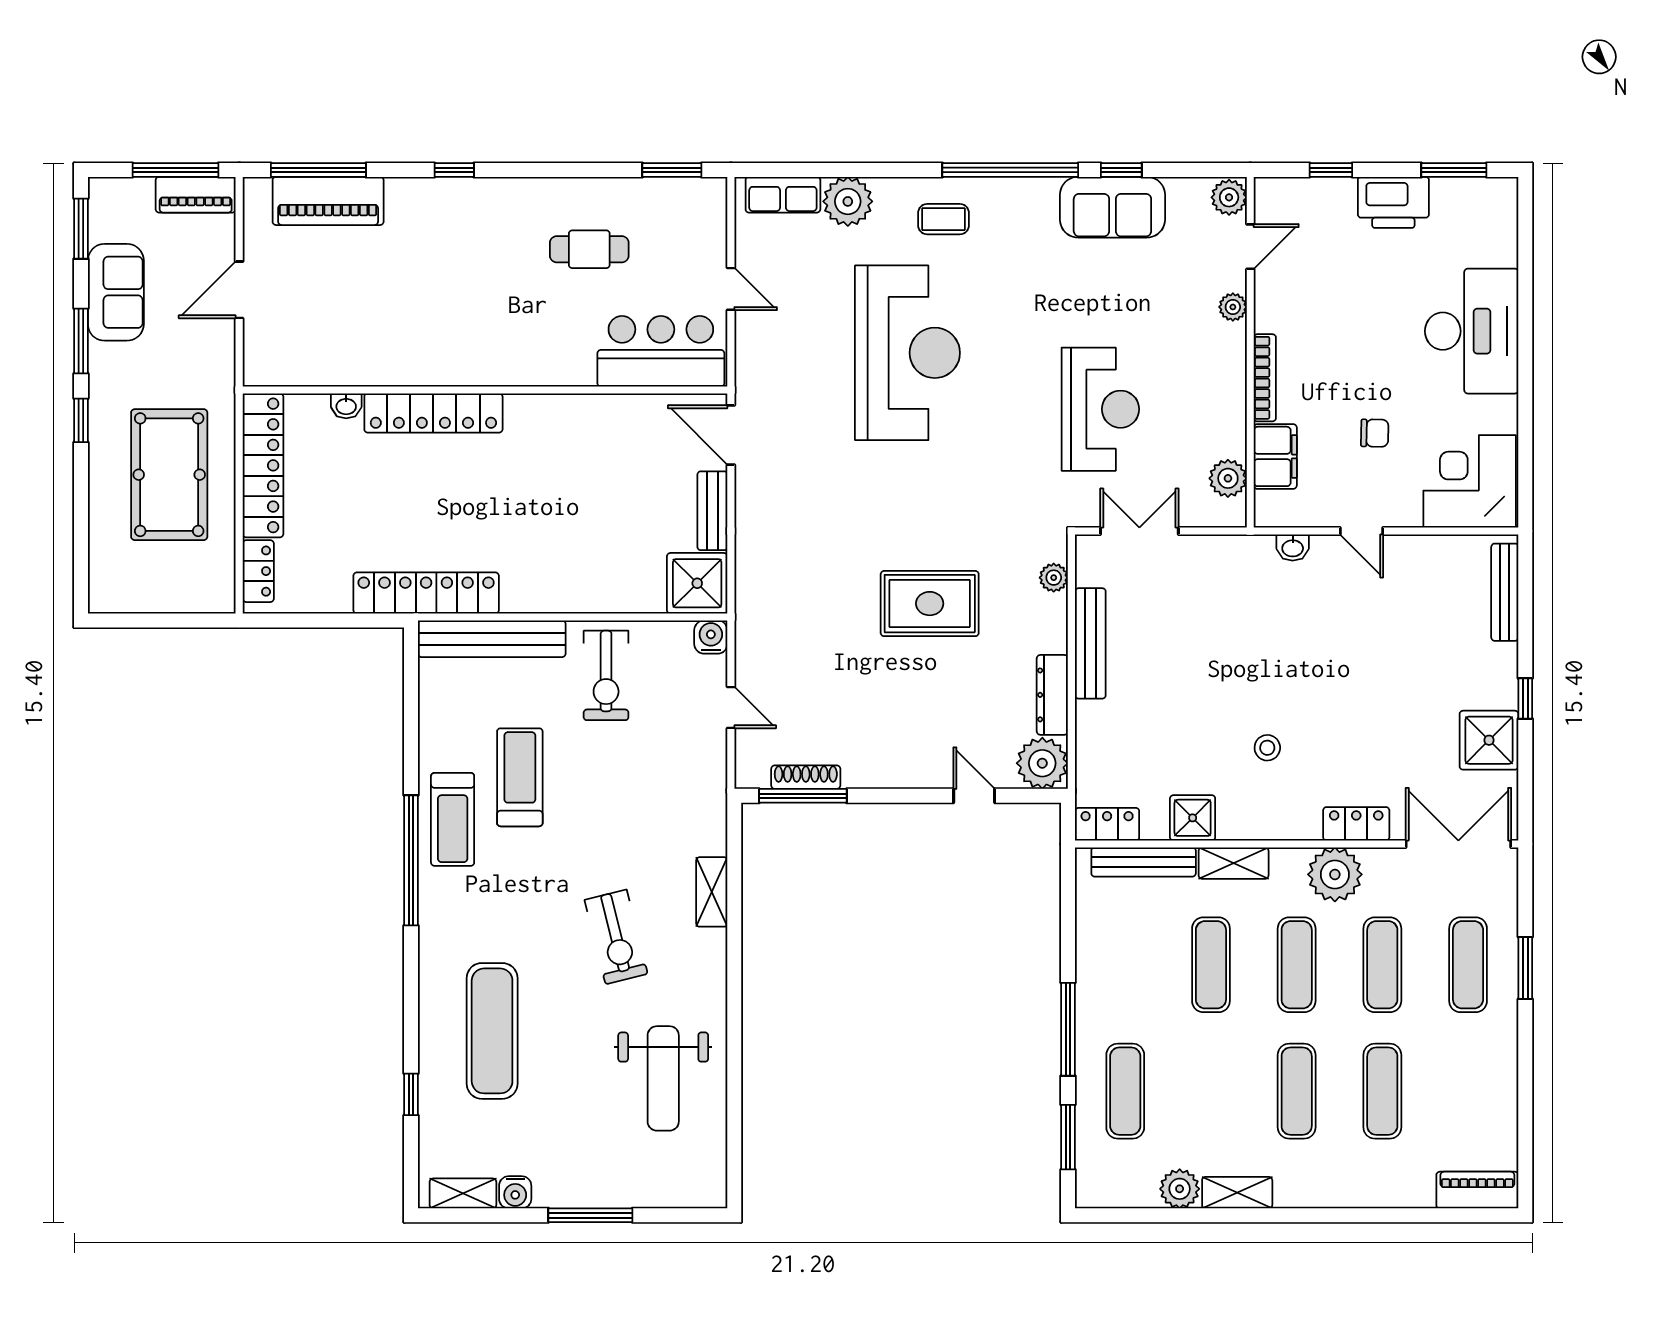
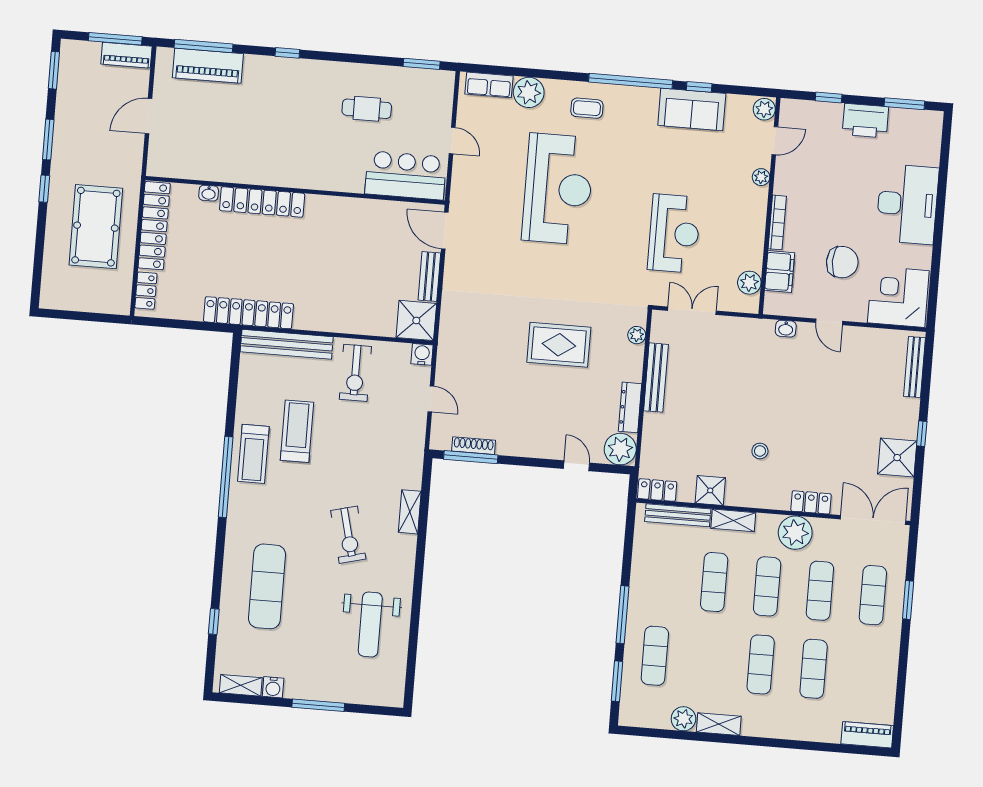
sofa: (116, 292) -> (72, 111), removed
chair: (1375, 433) -> (842, 262), width x1.87, depth x1.87

